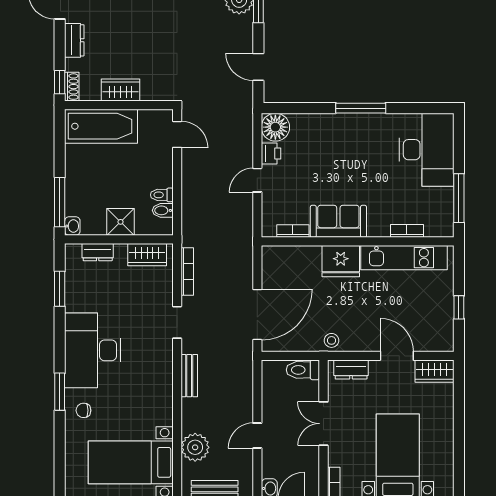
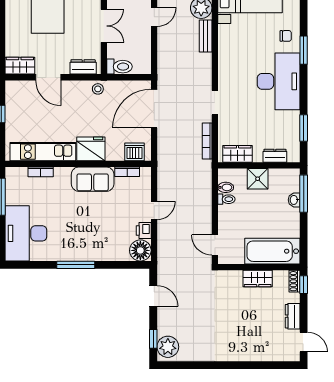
washbasin: (72, 226) -> (294, 200), moved
dishwasher: (283, 257) -> (134, 152), added
bench: (189, 376) -> (206, 36), moved

